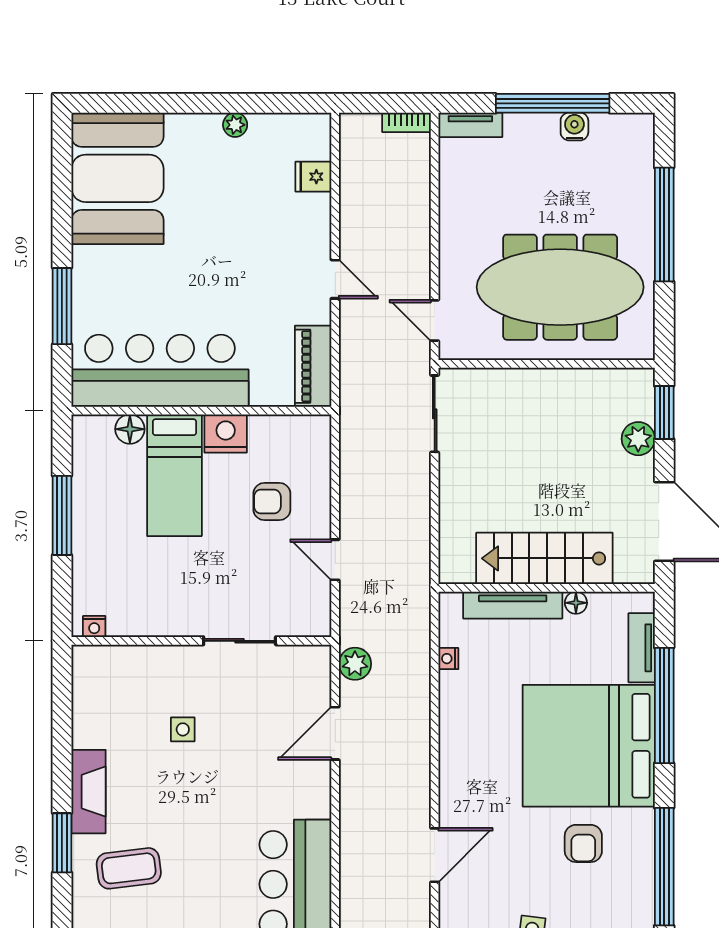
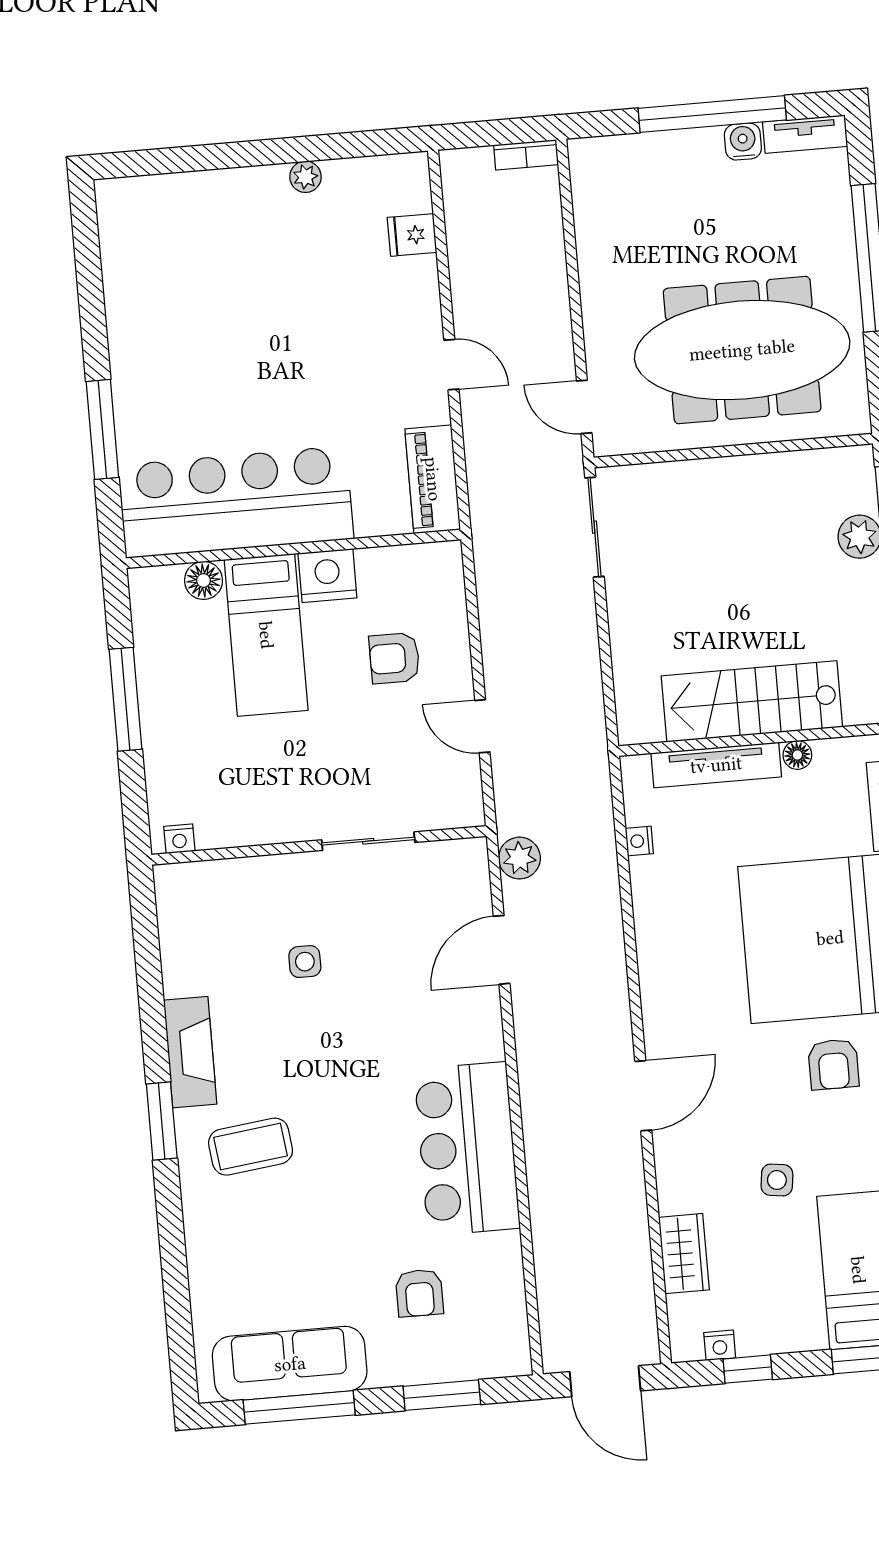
tv unit: (470, 125) -> (805, 134), moved
booth: (117, 178) -> (160, 259), removed

